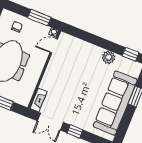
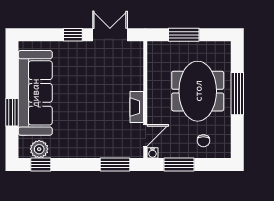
window: (82, 35) -> (115, 165), added
plant: (109, 57) -> (39, 149), moved
fireplace: (39, 100) -> (137, 107), moved

